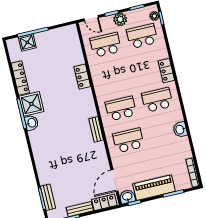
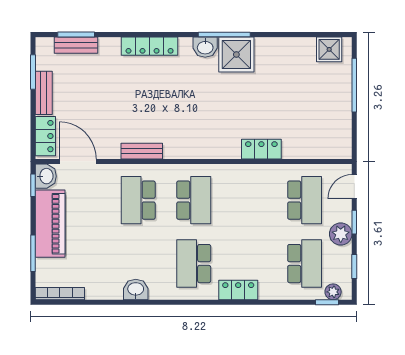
shower: (27, 42) -> (329, 49), moved
locker: (20, 78) -> (150, 46), moved
school desk: (157, 100) -> (194, 264), turned 180
bench: (96, 129) -> (142, 151), moved
school desk: (128, 140) -> (138, 200), turned 180

